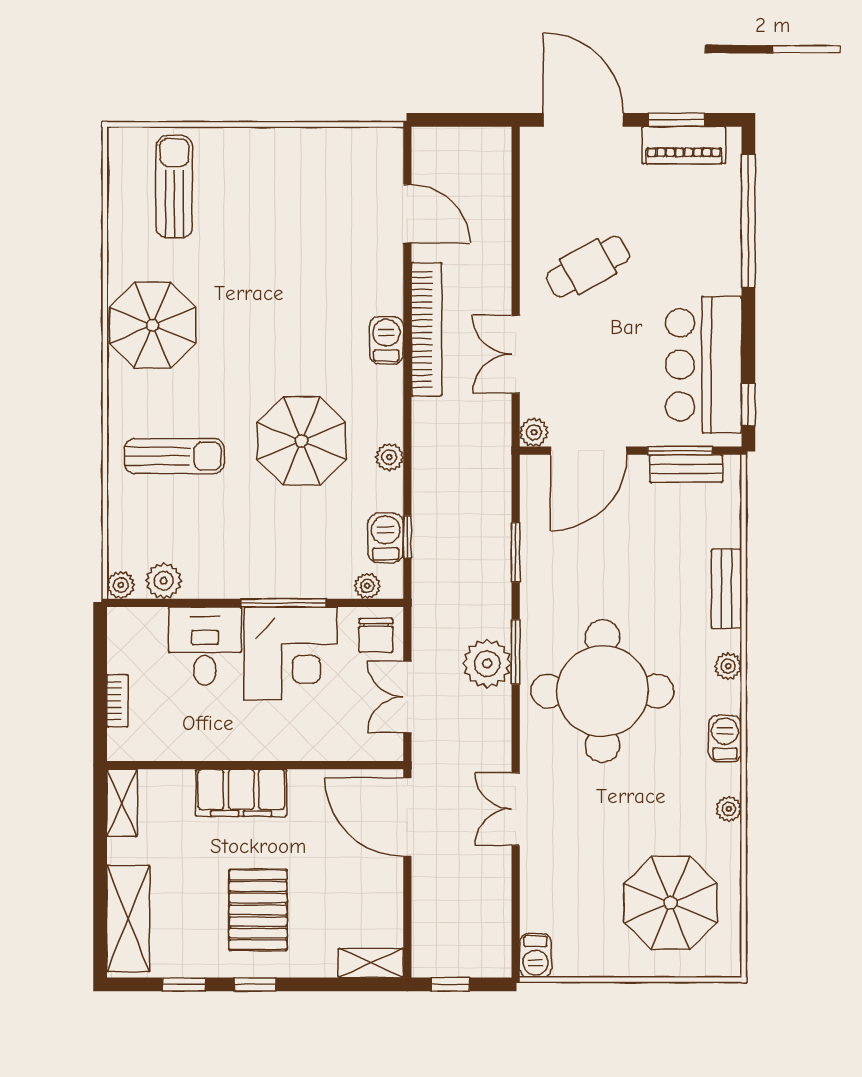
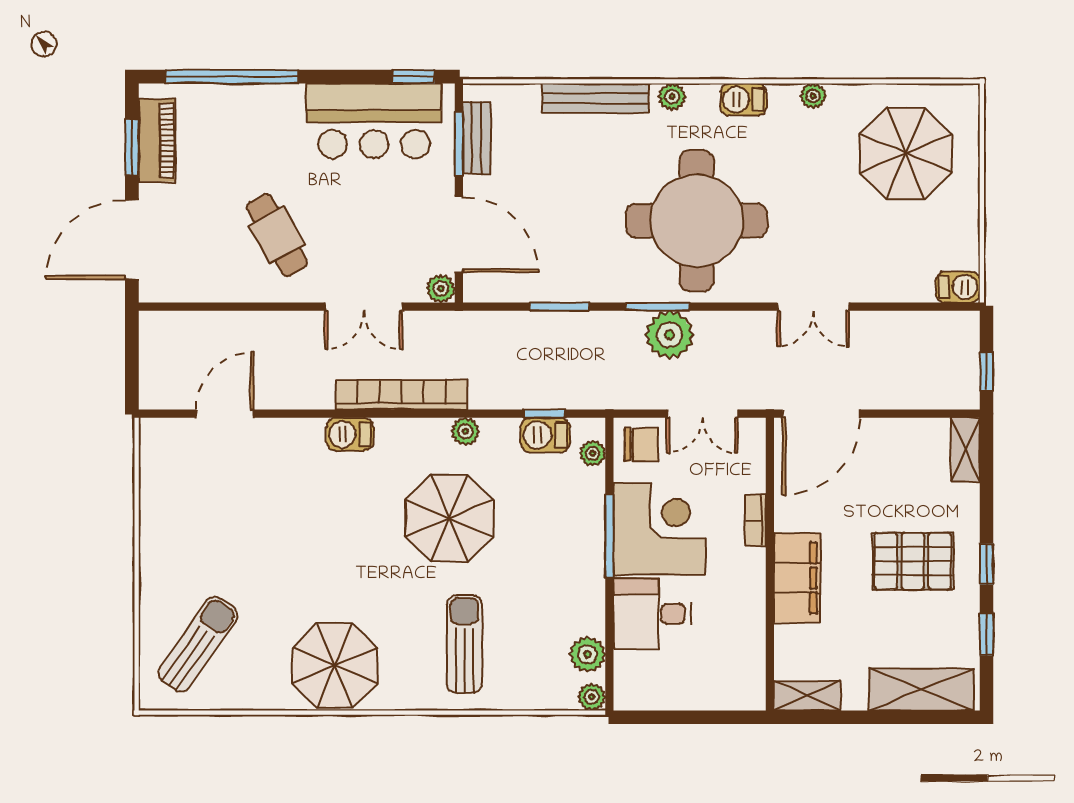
sun lounger: (174, 187) -> (198, 644), turned 125
bookcase: (427, 329) -> (402, 395), moved
bench: (726, 589) -> (595, 98), width x1.36
bookcase: (117, 701) -> (755, 521), moved, turned -90

